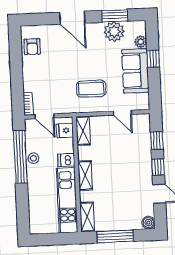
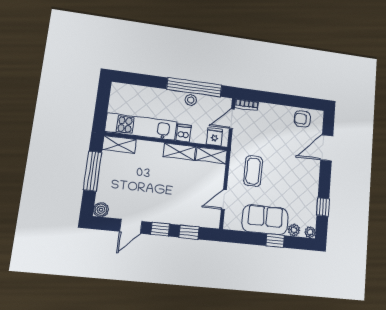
window: (115, 16) -> (323, 207), width x0.67
door: (72, 18) -> (327, 148), moved
plant: (114, 32) -> (310, 232), moved, width x0.53, depth x0.53
shelving: (85, 176) -> (180, 152), moved

